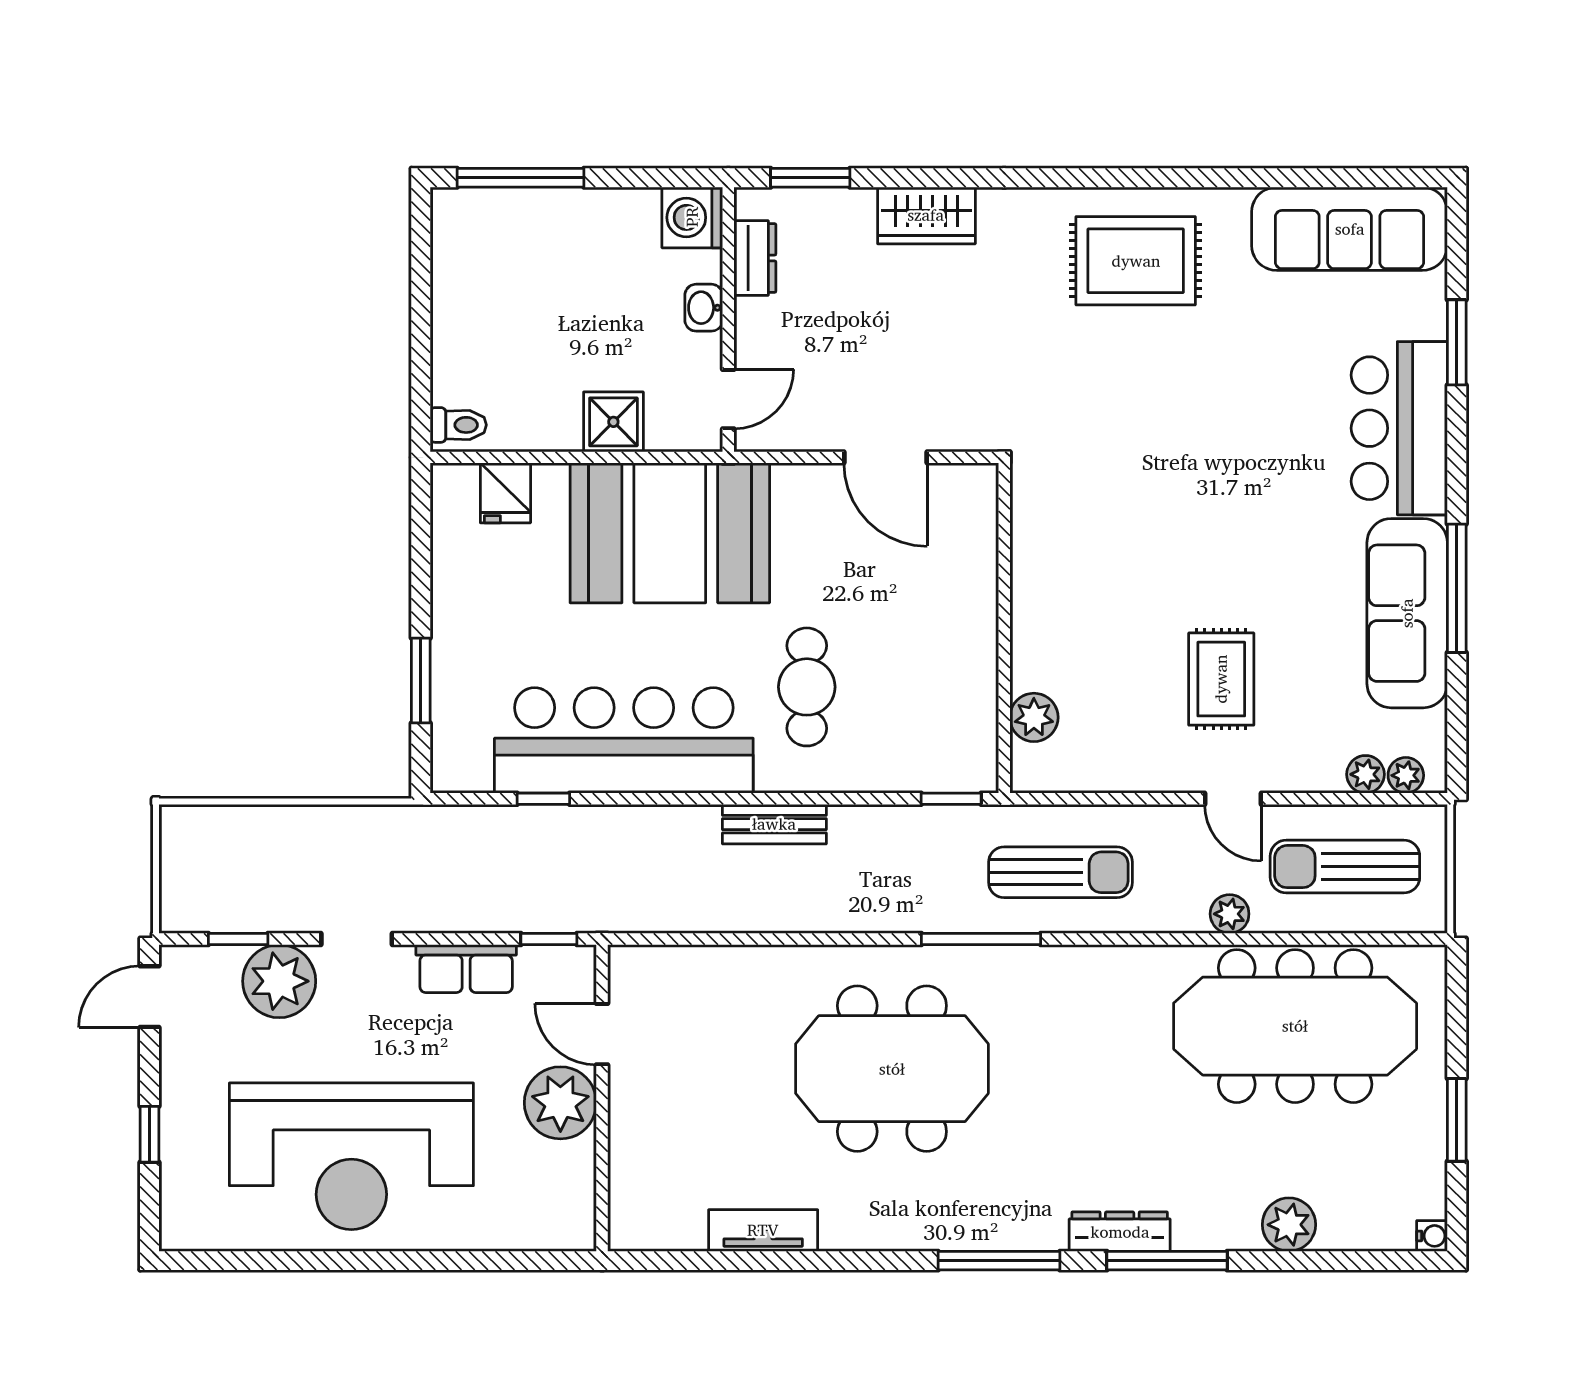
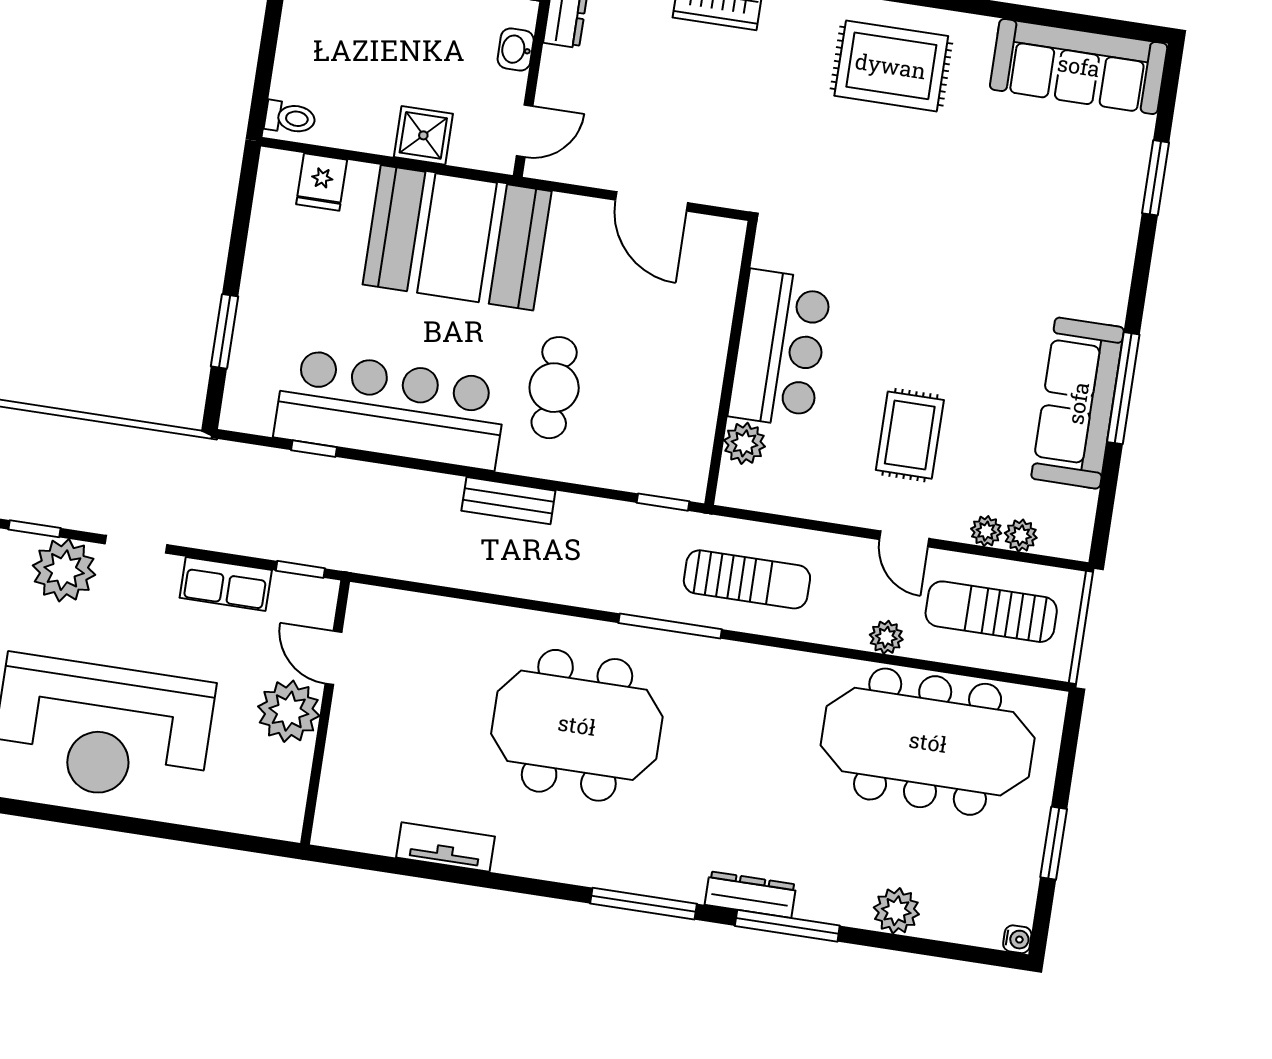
bar counter: (1399, 428) -> (780, 348), moved, turned 180
plant: (1406, 775) -> (986, 531), moved

